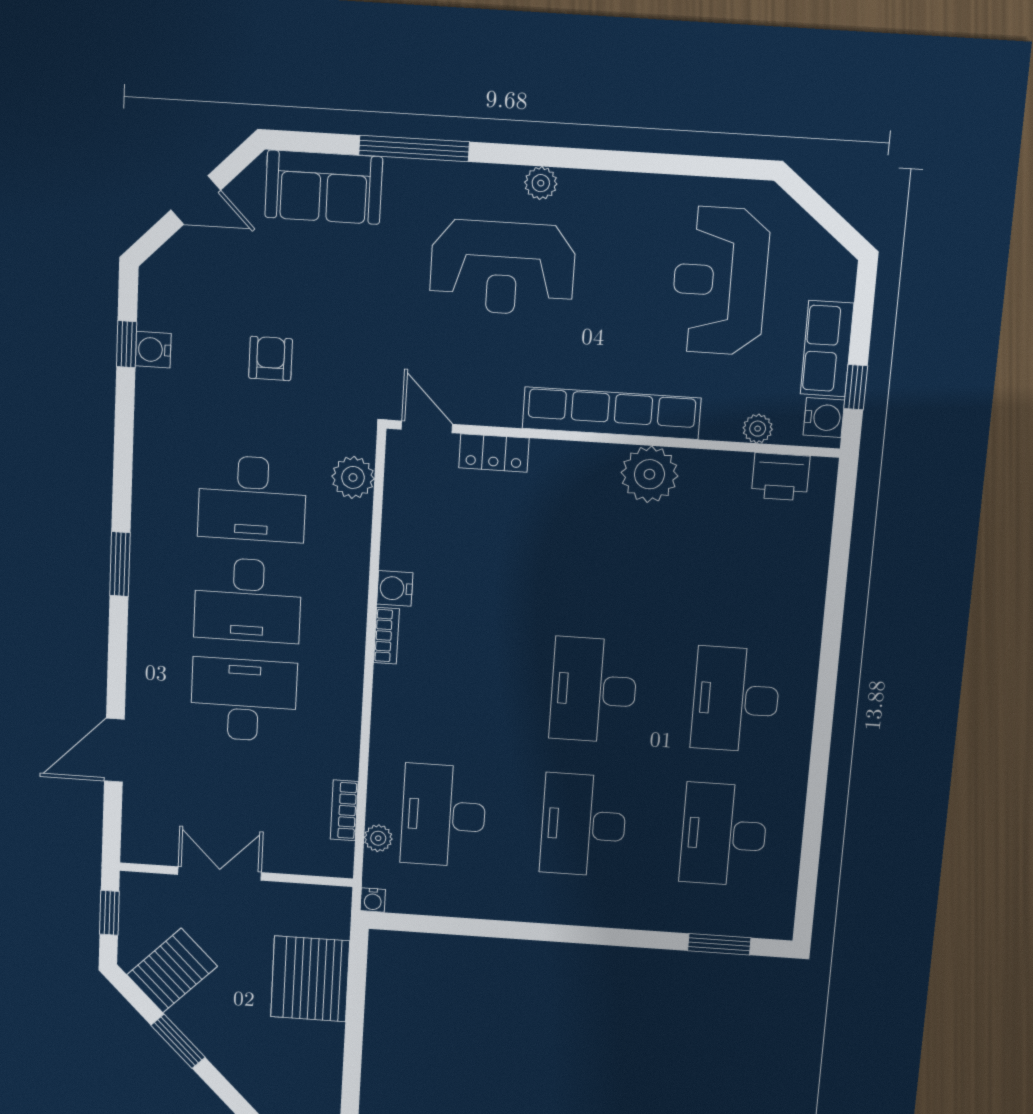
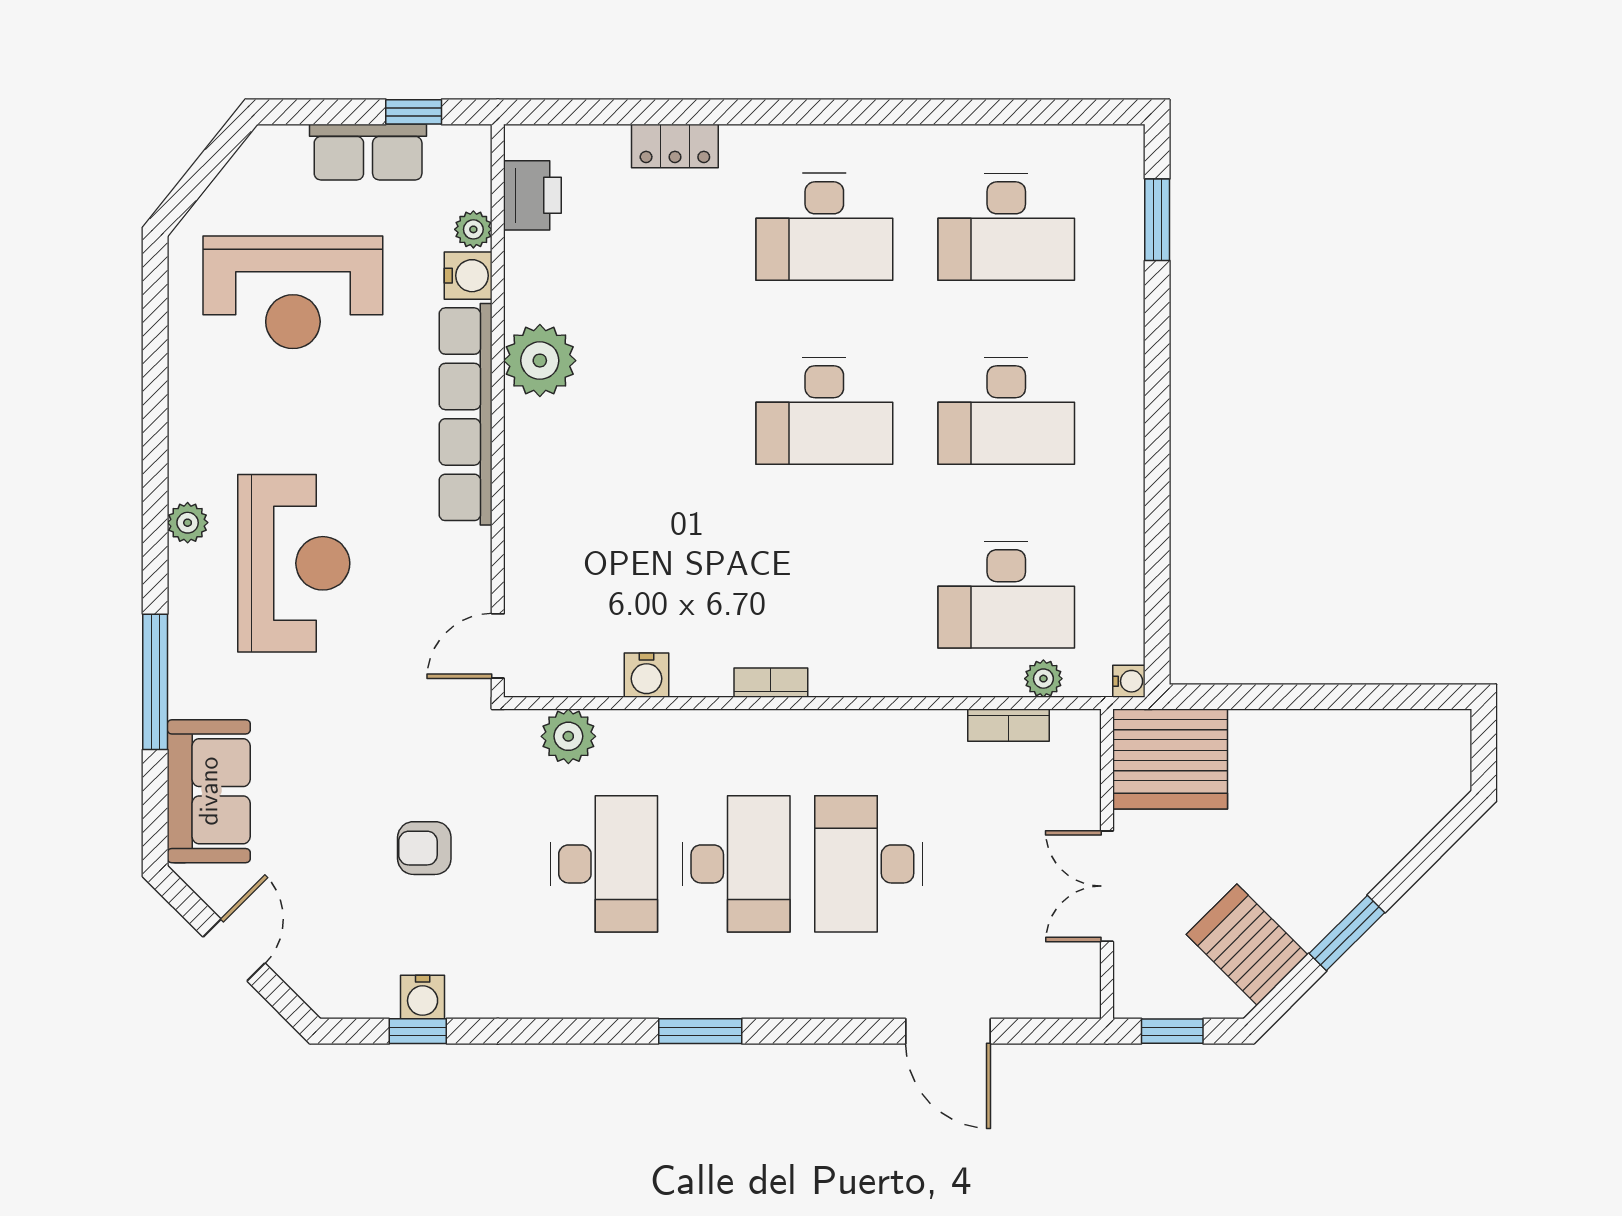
water cooler: (824, 418) -> (468, 276), moved, turned 90
locker: (494, 453) -> (675, 146), moved, turned 90
water cooler: (395, 588) -> (646, 675), moved
server rack: (310, 979) -> (1170, 759), moved

